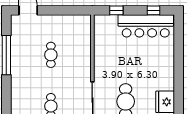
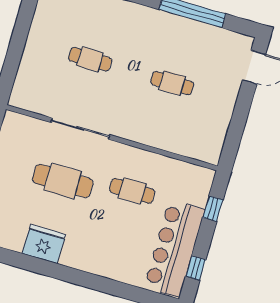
cafe table: (120, 60) -> (132, 191), added

